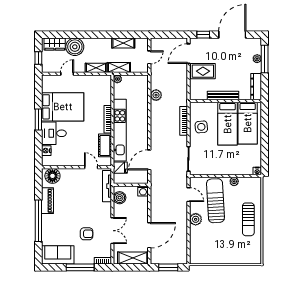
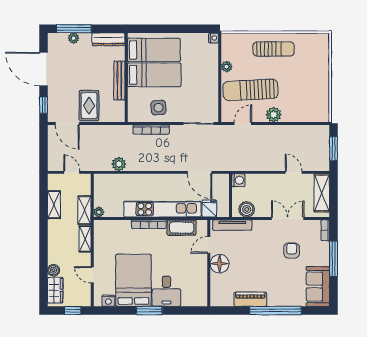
boiler: (75, 47) -> (54, 270), width x0.54, depth x0.54
nightstand: (46, 151) -> (108, 301), moved
floor lamp: (52, 176) -> (220, 264), moved
door: (149, 235) -> (294, 172), width x0.53

